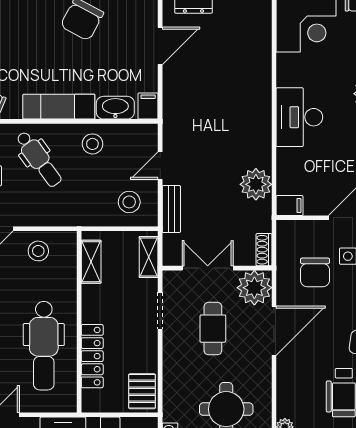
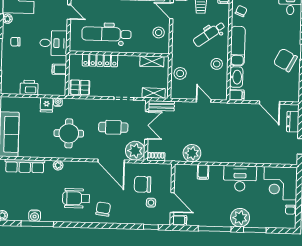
desk: (299, 117) -> (240, 178), moved
stool: (129, 202) -> (180, 73), moved
filing cabinet: (290, 206) -> (203, 172), moved
bench: (171, 209) -> (161, 106), moved

